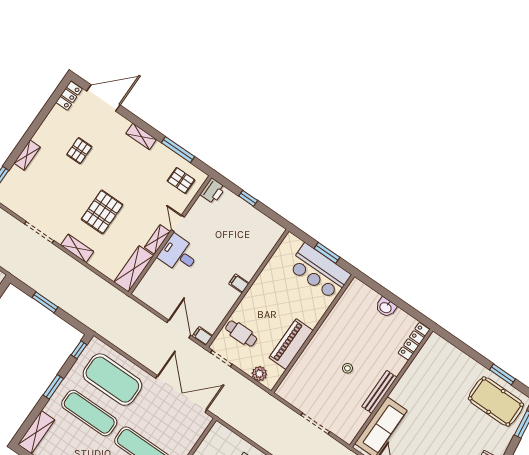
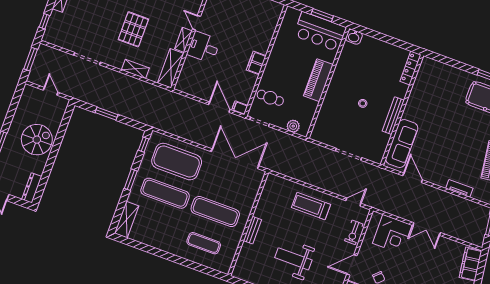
shelving: (77, 248) -> (135, 69), moved
filing cabinet: (239, 283) -> (256, 63), width x2.00
washbasin: (386, 307) -> (354, 37), moved
piano: (291, 344) -> (318, 80), moved

